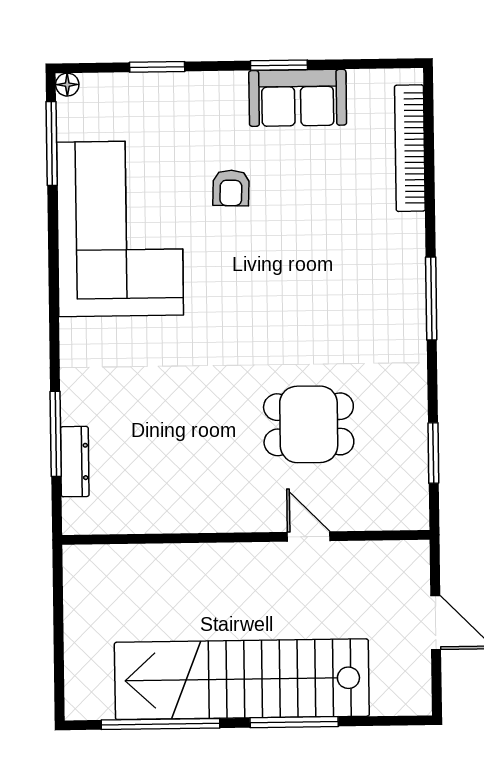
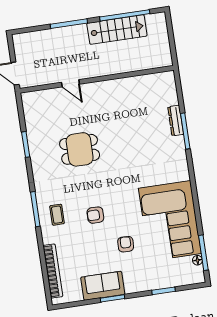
floor lamp: (67, 85) -> (197, 260), moved
armchair: (293, 266) -> (95, 215), added
coffee table: (382, 279) -> (57, 215), added
wall: (246, 537) -> (97, 79), moved
door: (309, 537) -> (70, 83), moved
stairs: (242, 679) -> (117, 30), width x0.54, depth x0.66

